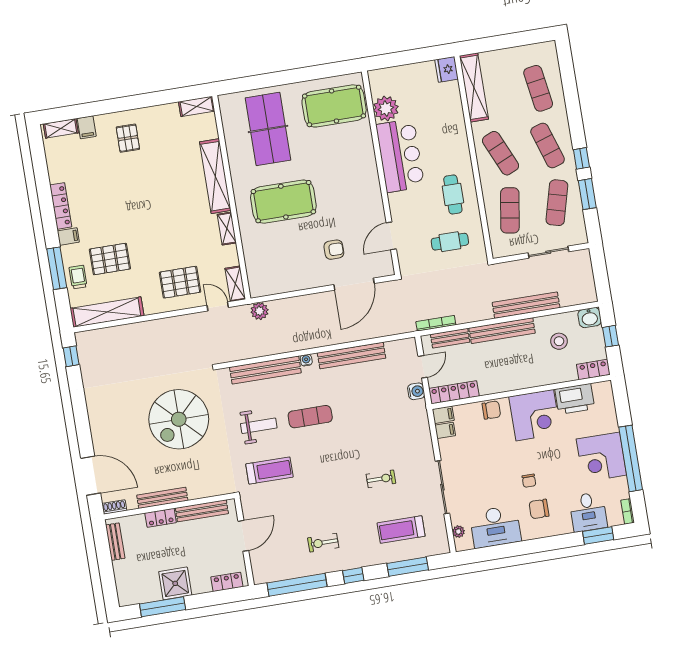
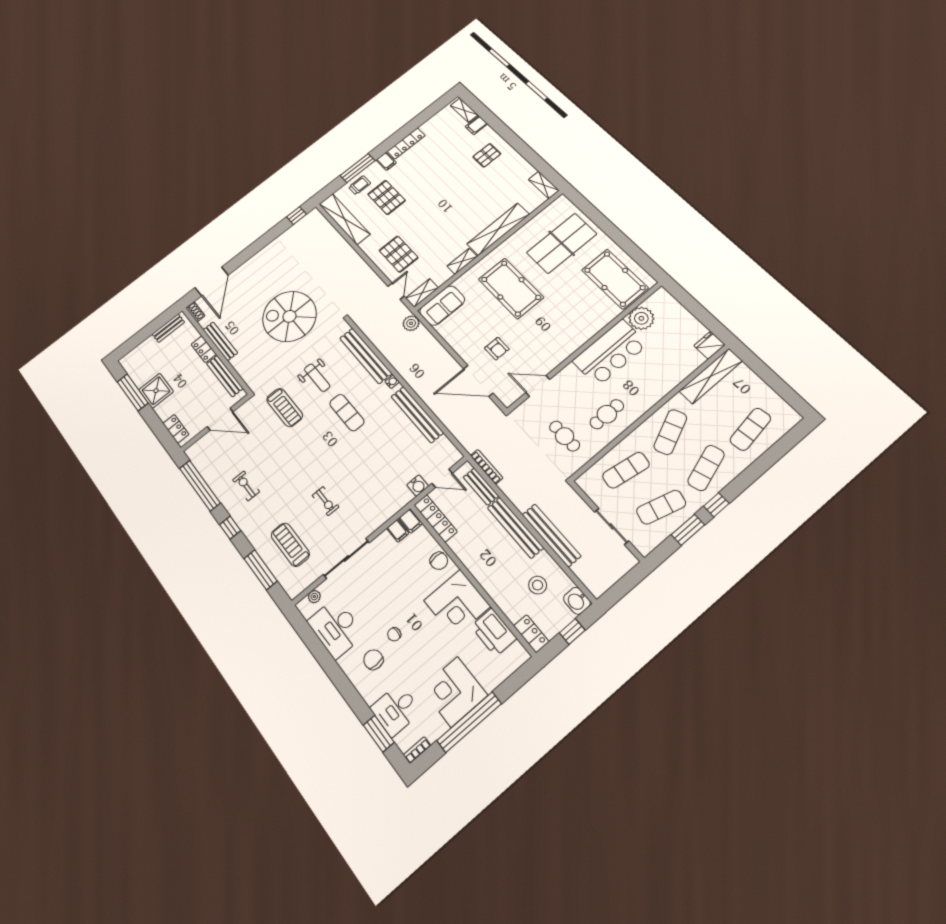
sofa: (260, 273) -> (442, 306), added

